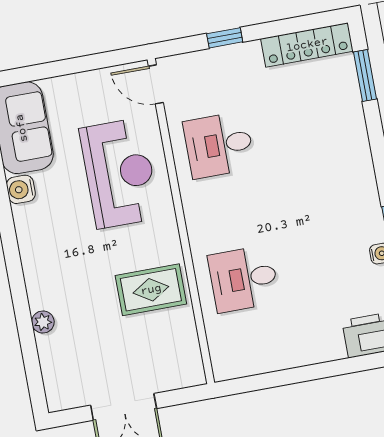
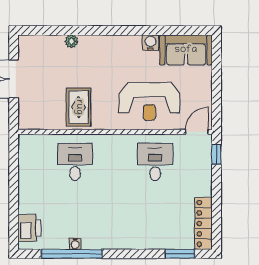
window: (225, 38) -> (216, 154), moved

